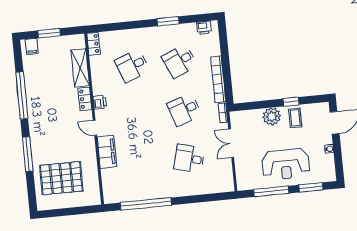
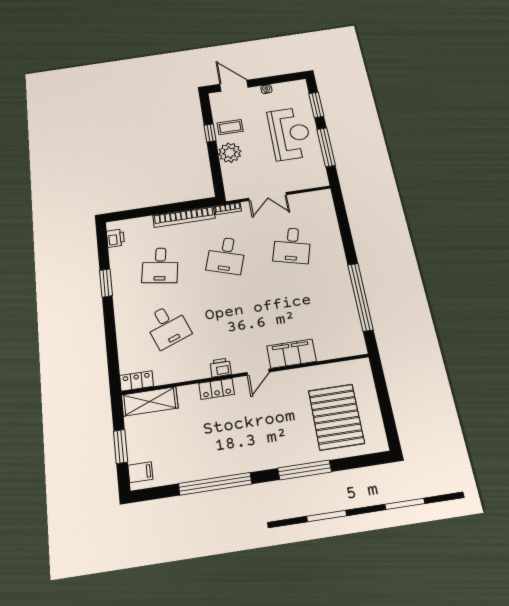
desk: (180, 61) -> (160, 265), turned 33
shelving: (80, 68) -> (150, 401), moved
desk: (184, 110) -> (226, 255), turned 36

